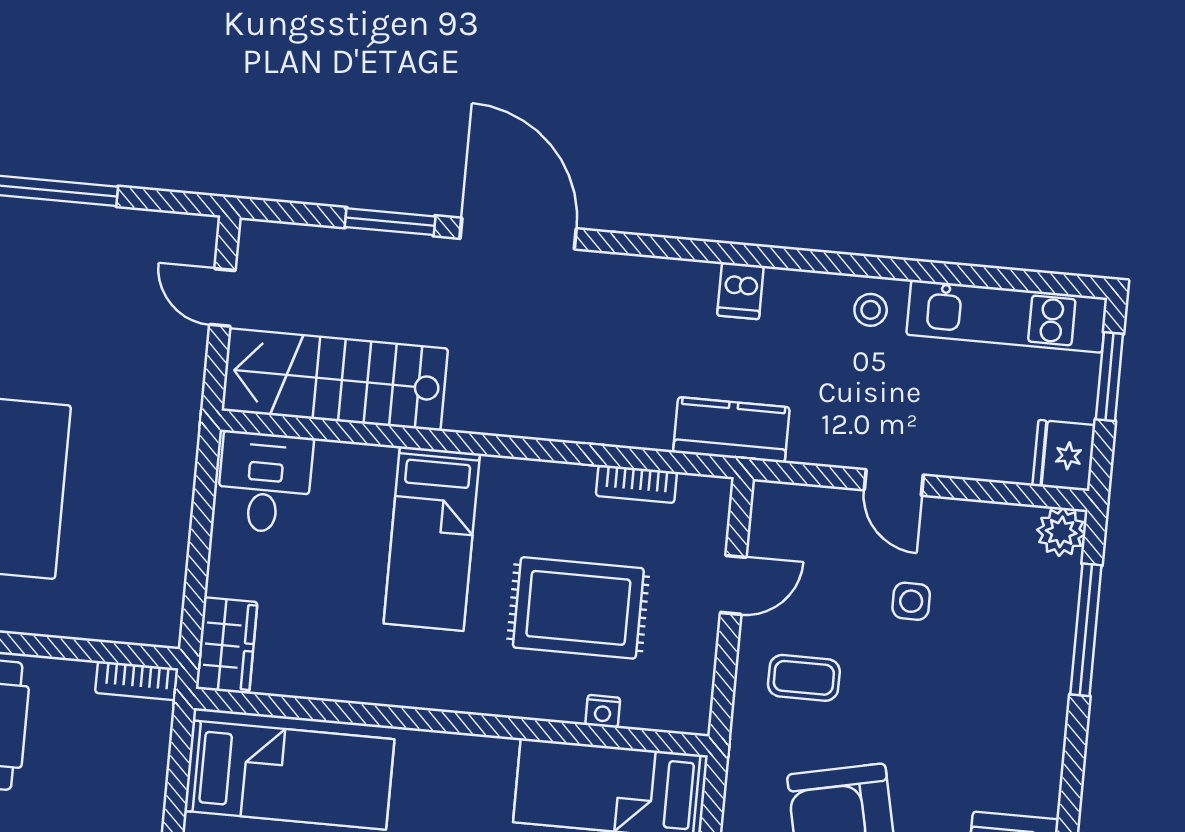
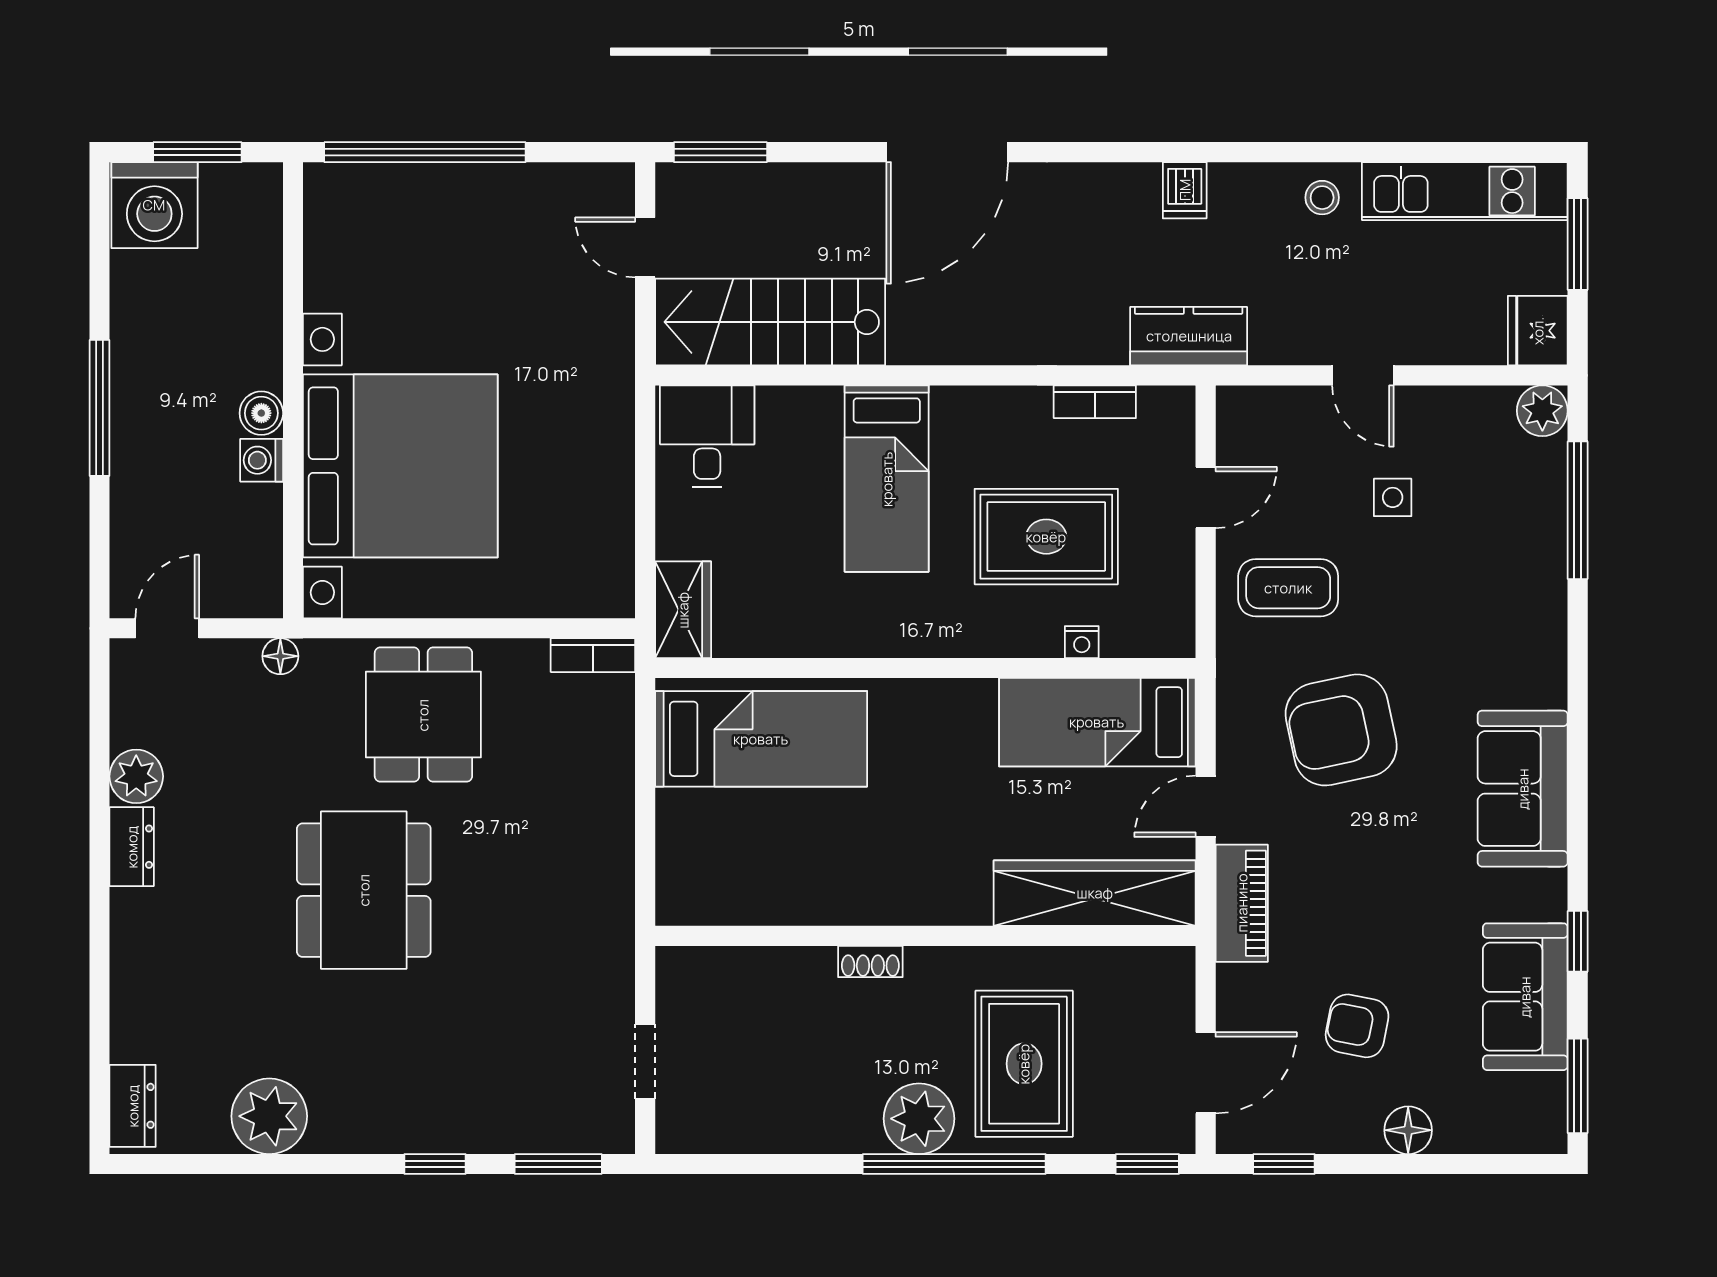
window: (390, 222) -> (720, 152), moved
door: (518, 234) -> (947, 152), swing flipped
coffee table: (804, 678) -> (1288, 588), width x1.36, depth x1.30

